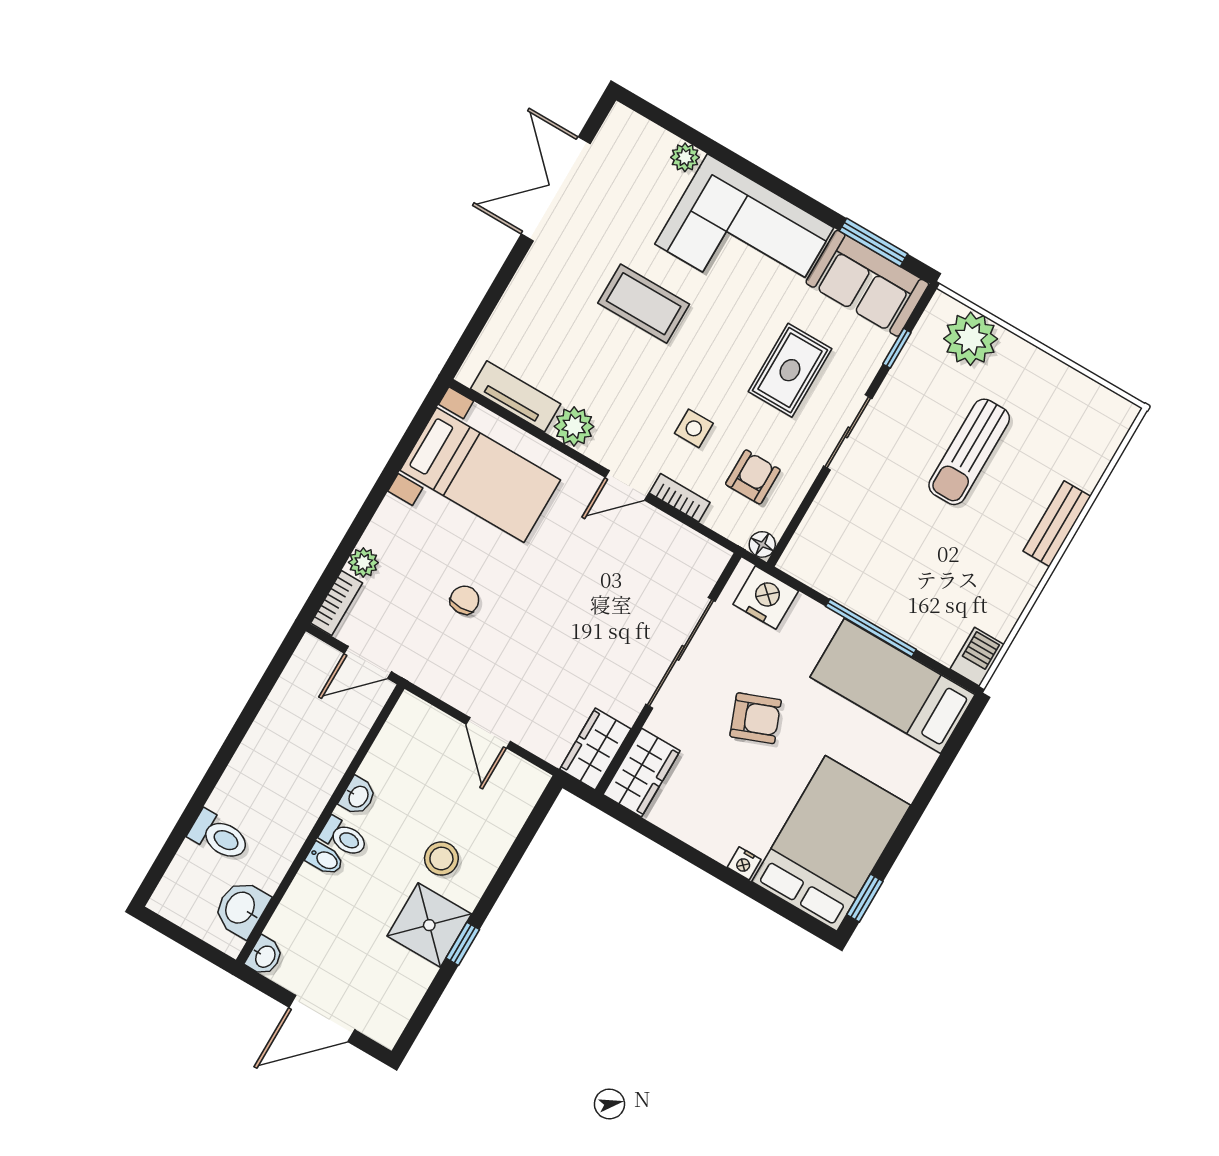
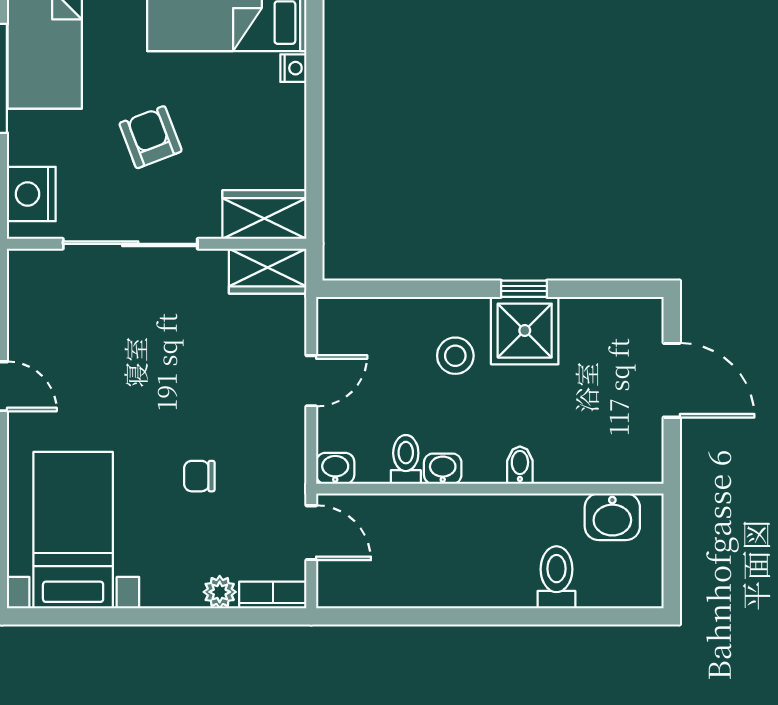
toilet: (344, 837) -> (406, 459), moved
washbasin: (265, 956) -> (335, 468), moved

